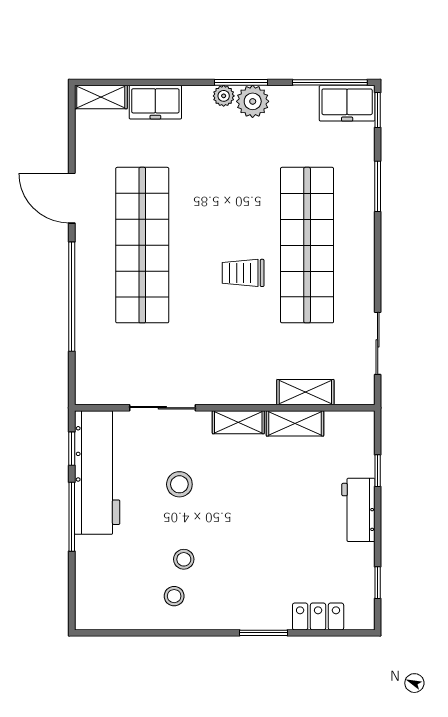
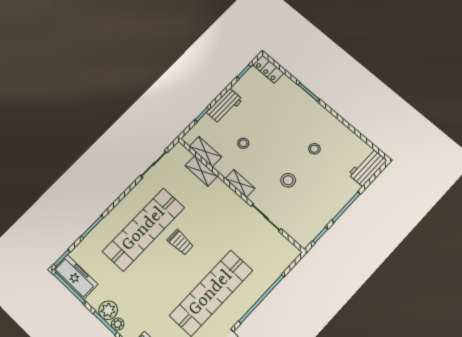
freezer: (347, 103) -> (75, 277), width x1.40
shelving: (295, 423) -> (206, 152), moved
workbench: (97, 473) -> (367, 167), moved, width x0.53, depth x0.76
stool: (174, 596) -> (243, 143), moved
locker: (318, 617) -> (268, 69), moved

